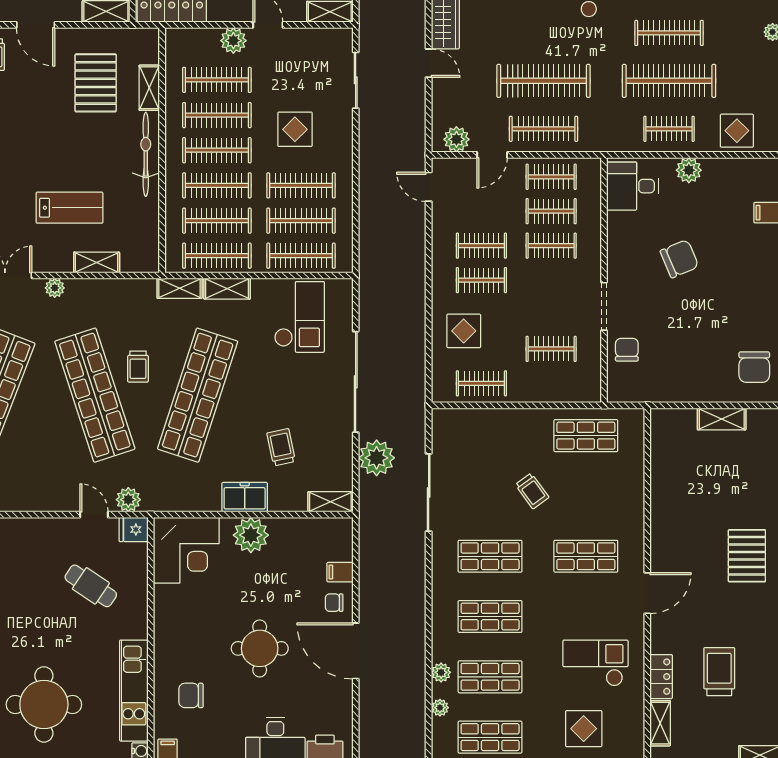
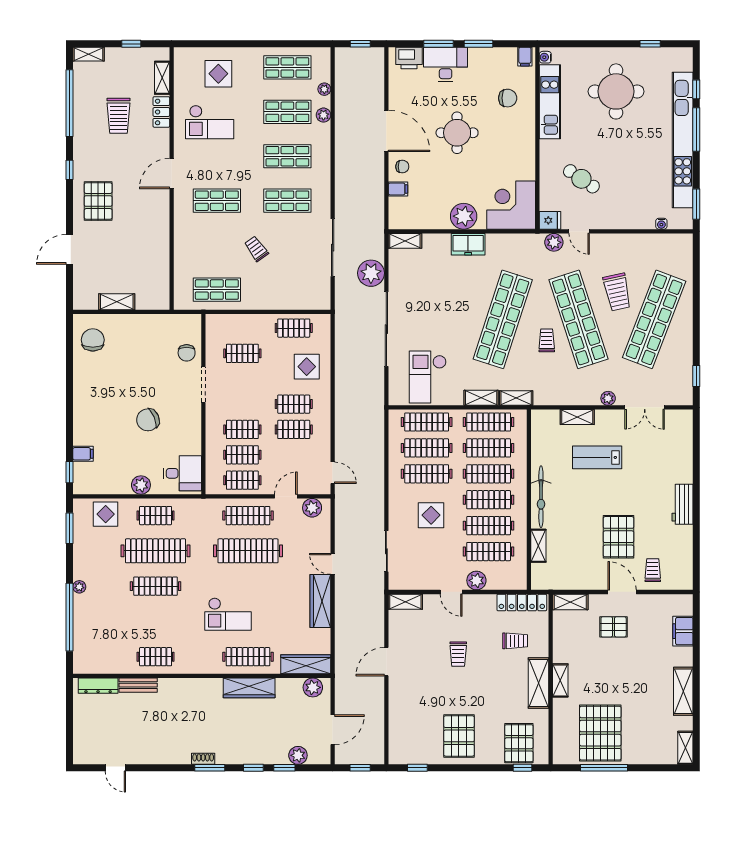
pallet: (96, 83) -> (619, 537), moved
trolley: (281, 447) -> (617, 292), moved, width x1.36, depth x1.39

